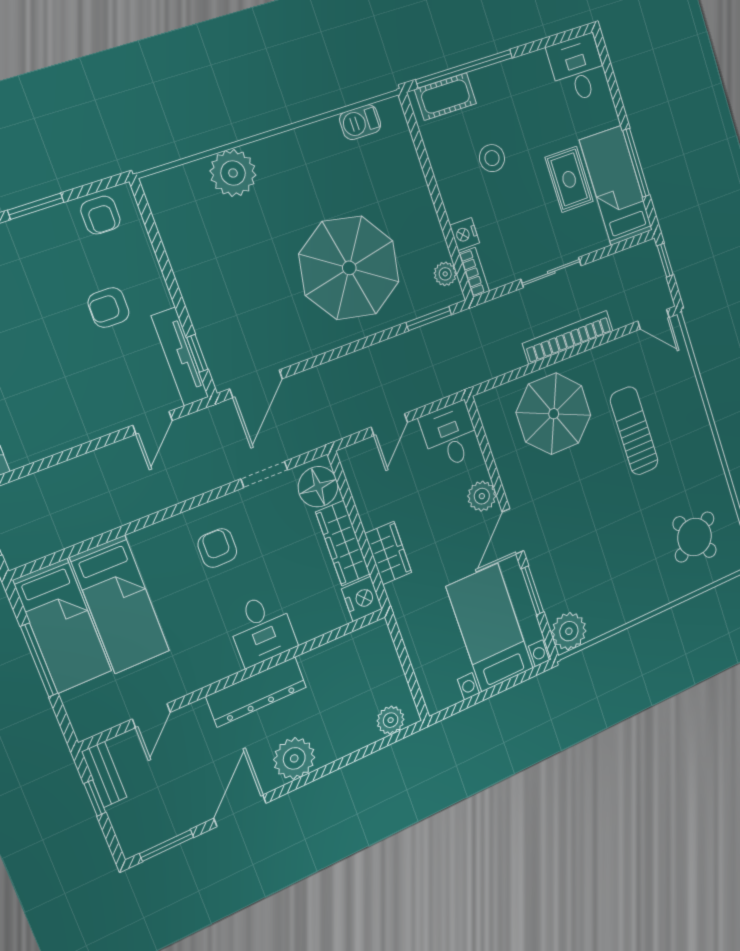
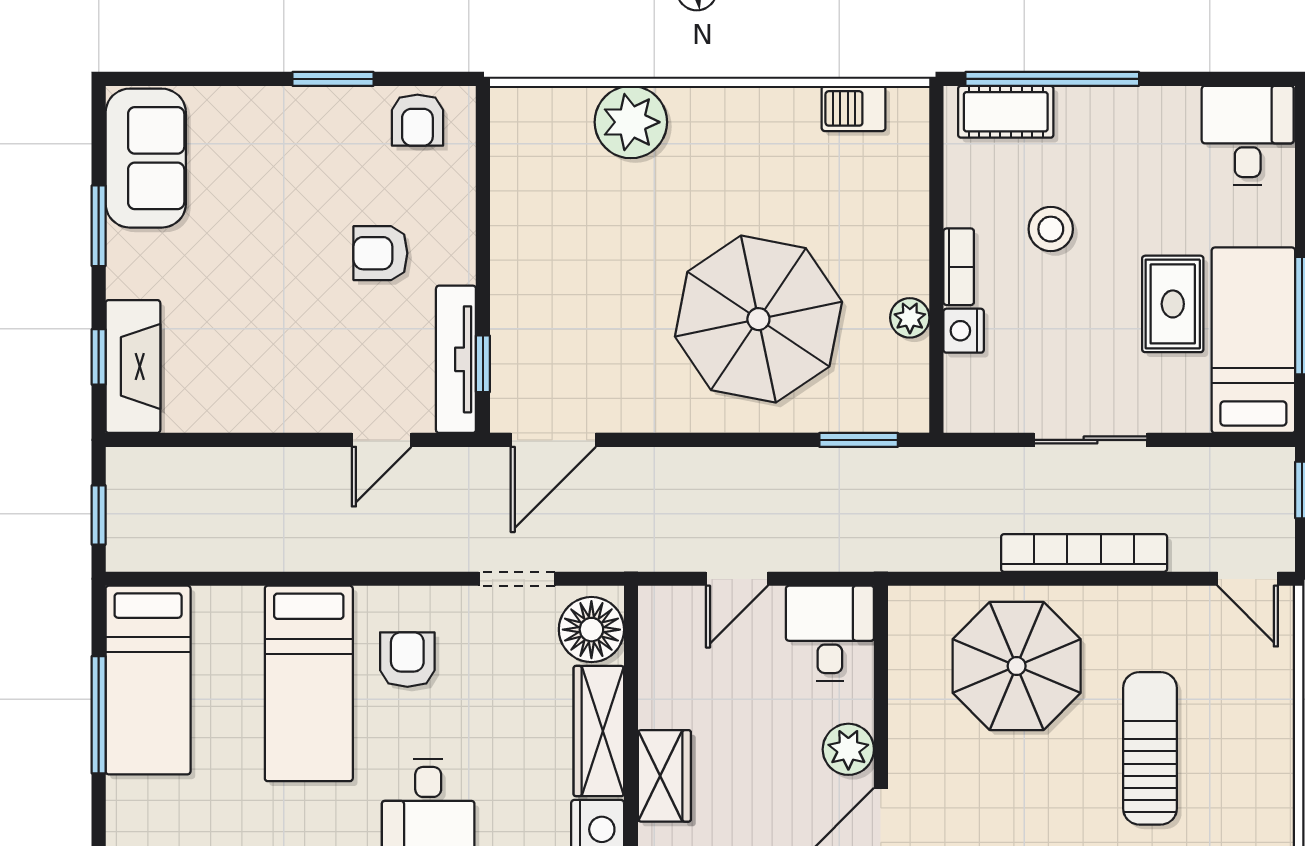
bookcase: (474, 272) -> (959, 267), moved
plant: (445, 274) -> (910, 318), moved
bed: (120, 605) -> (309, 683), moved

